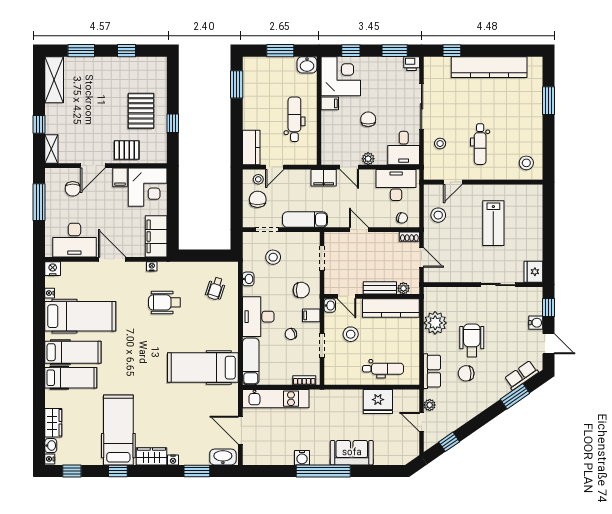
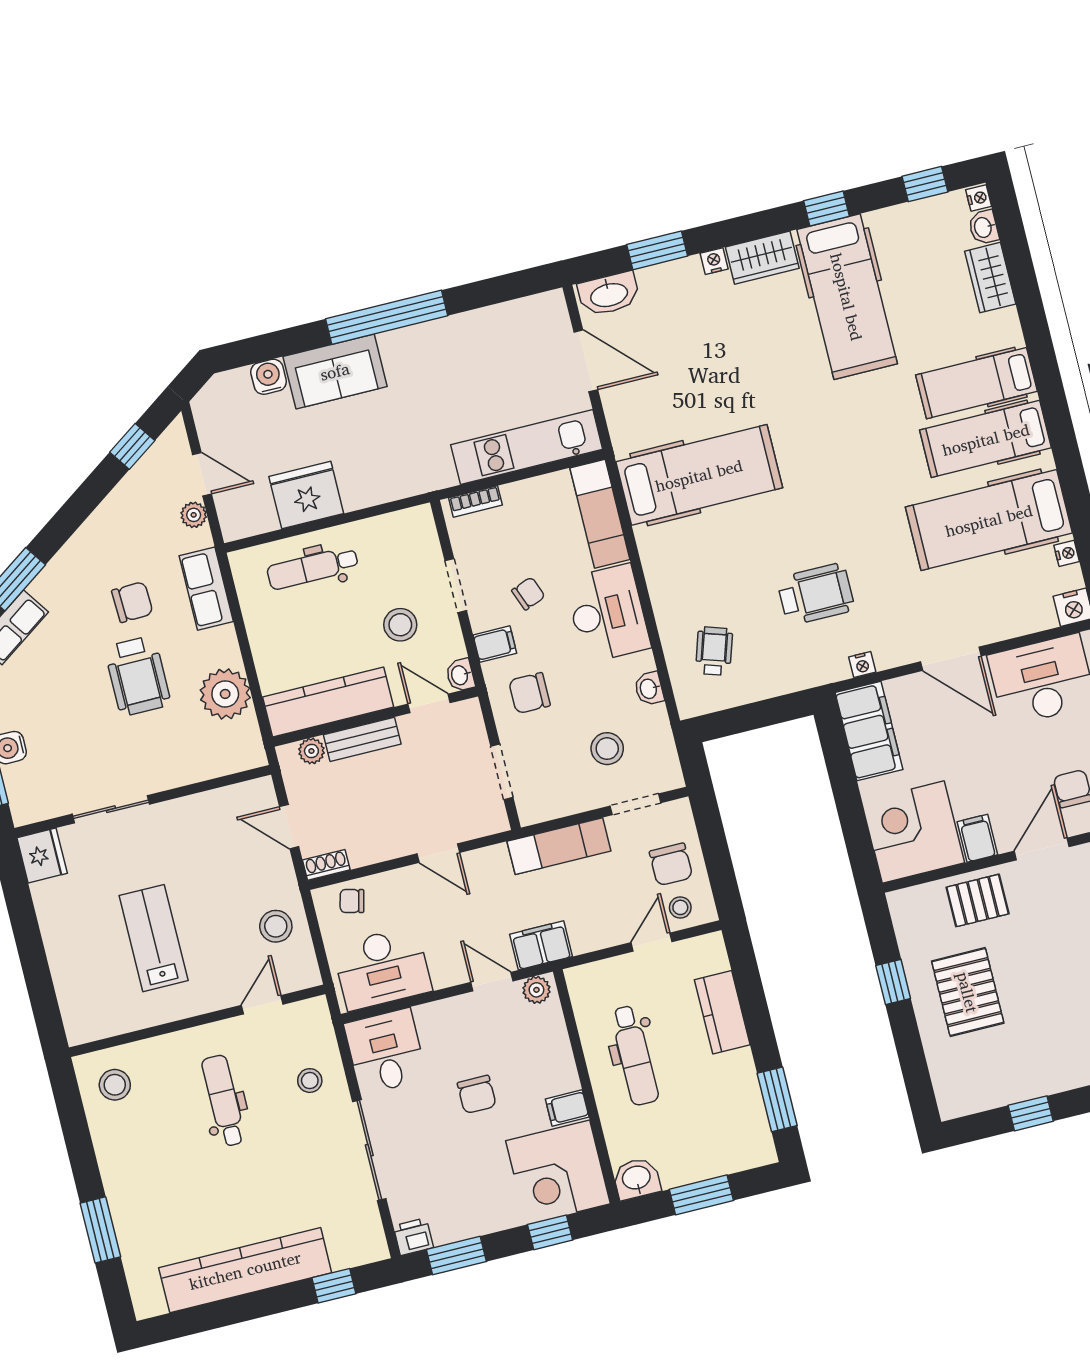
kitchen counter: (251, 148) -> (722, 1012), moved
plant: (368, 159) -> (536, 990), moved
water cooler: (302, 458) -> (269, 377), moved

